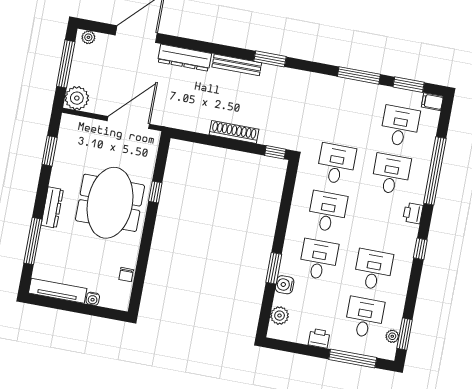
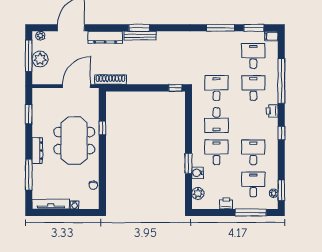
window: (270, 59) -> (139, 28), moved
plant: (77, 98) -> (40, 59), moved
shoe rack: (234, 132) -> (110, 80), moved
desk: (327, 212) -> (217, 120), turned 180

